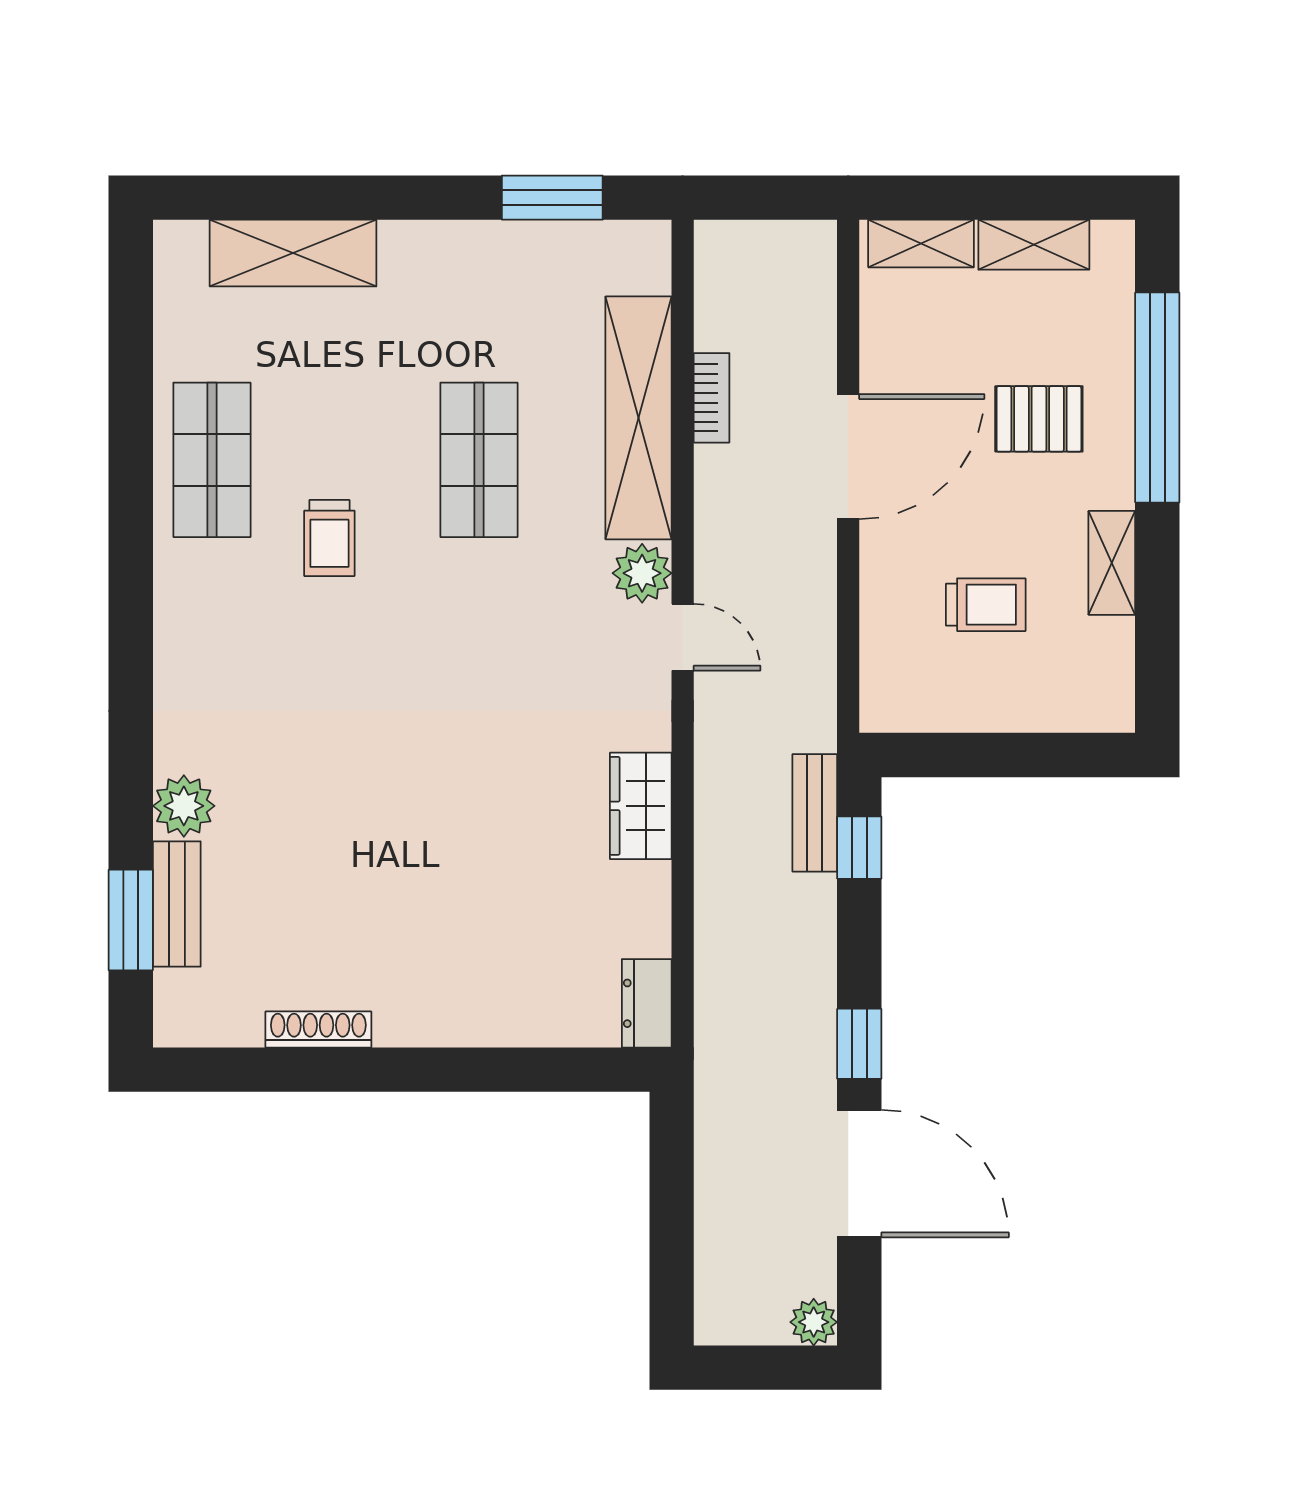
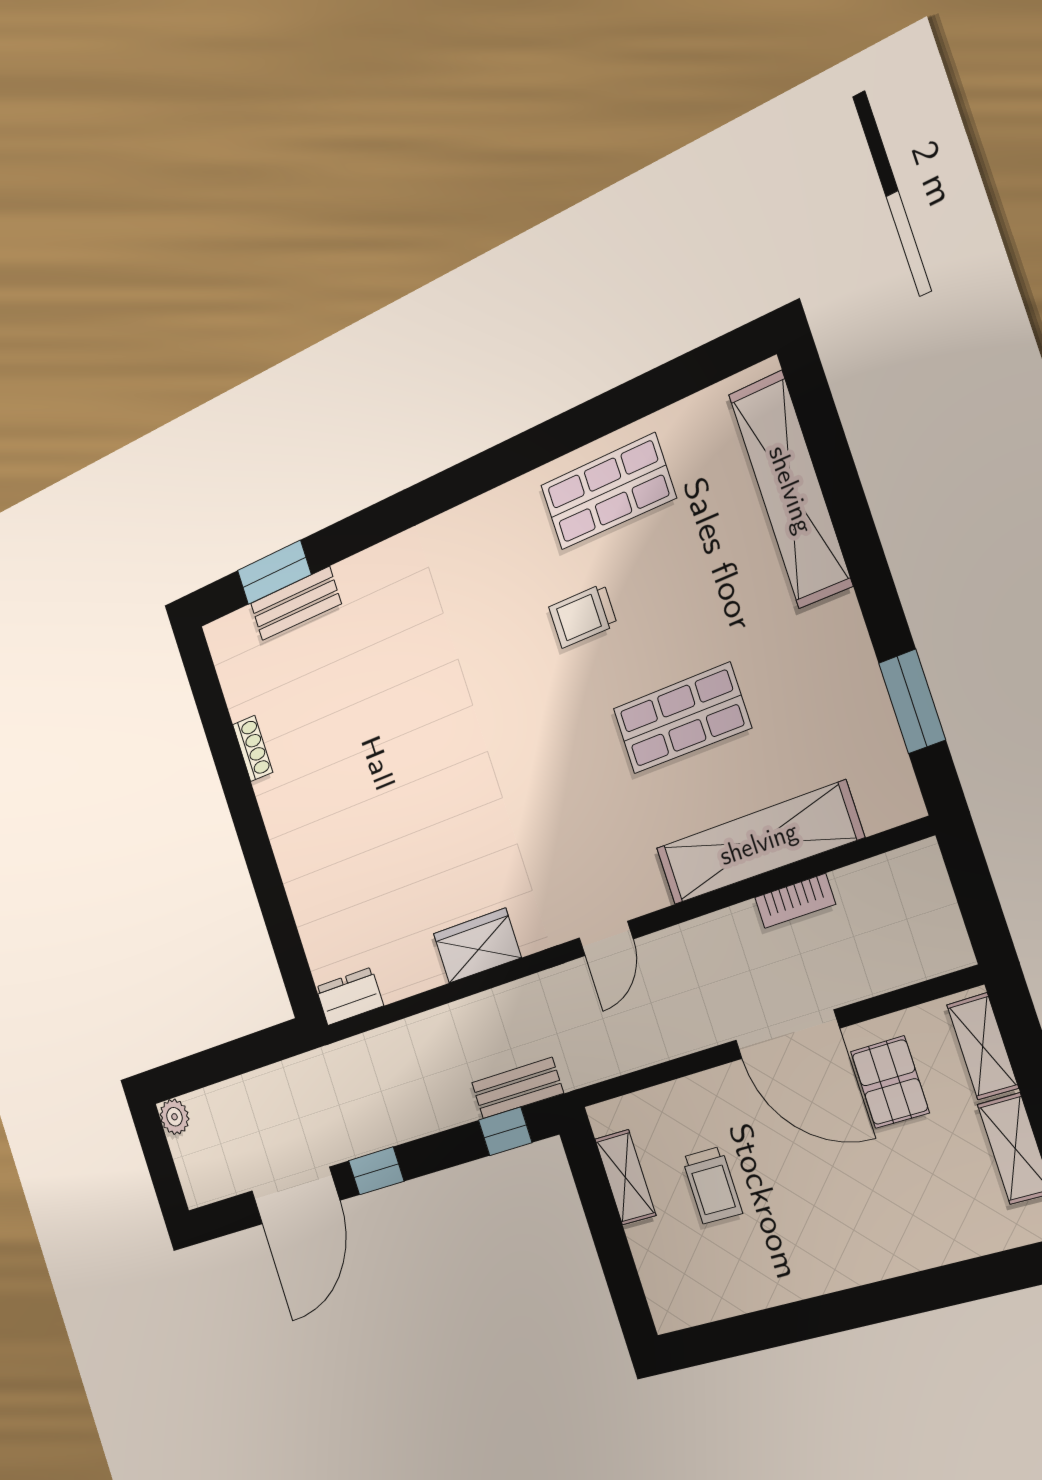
shelving: (293, 253) -> (791, 490), width x1.47
window: (1157, 397) -> (923, 1292), removed
pallet: (1039, 419) -> (890, 1082), moved
shelving: (1112, 563) -> (625, 1177), moved, turned 90
plant: (642, 573) -> (642, 888), removed
plant: (184, 806) -> (360, 580), removed
shoe rack: (318, 1030) -> (253, 748), width x0.70
plant: (814, 1322) -> (174, 1117), moved

